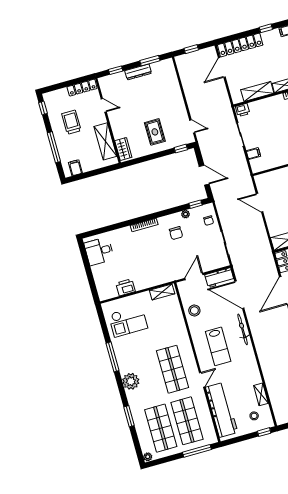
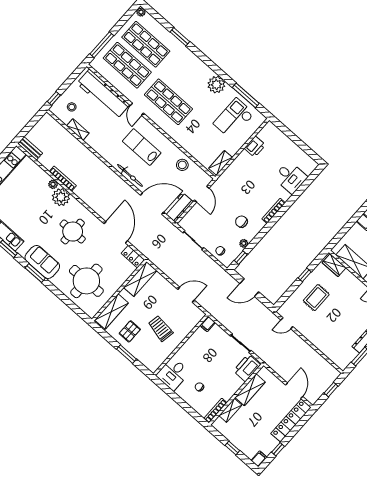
printer: (243, 110) -> (247, 368), width x1.87, depth x1.48
rug: (155, 132) -> (316, 298), turned 90
window: (181, 149) -> (305, 275), moved
filing cabinet: (253, 154) -> (208, 324), moved
desk: (99, 251) -> (290, 177), moved, turned 90
window: (112, 357) -> (246, 95), moved
plant: (131, 381) -> (216, 85), moved

